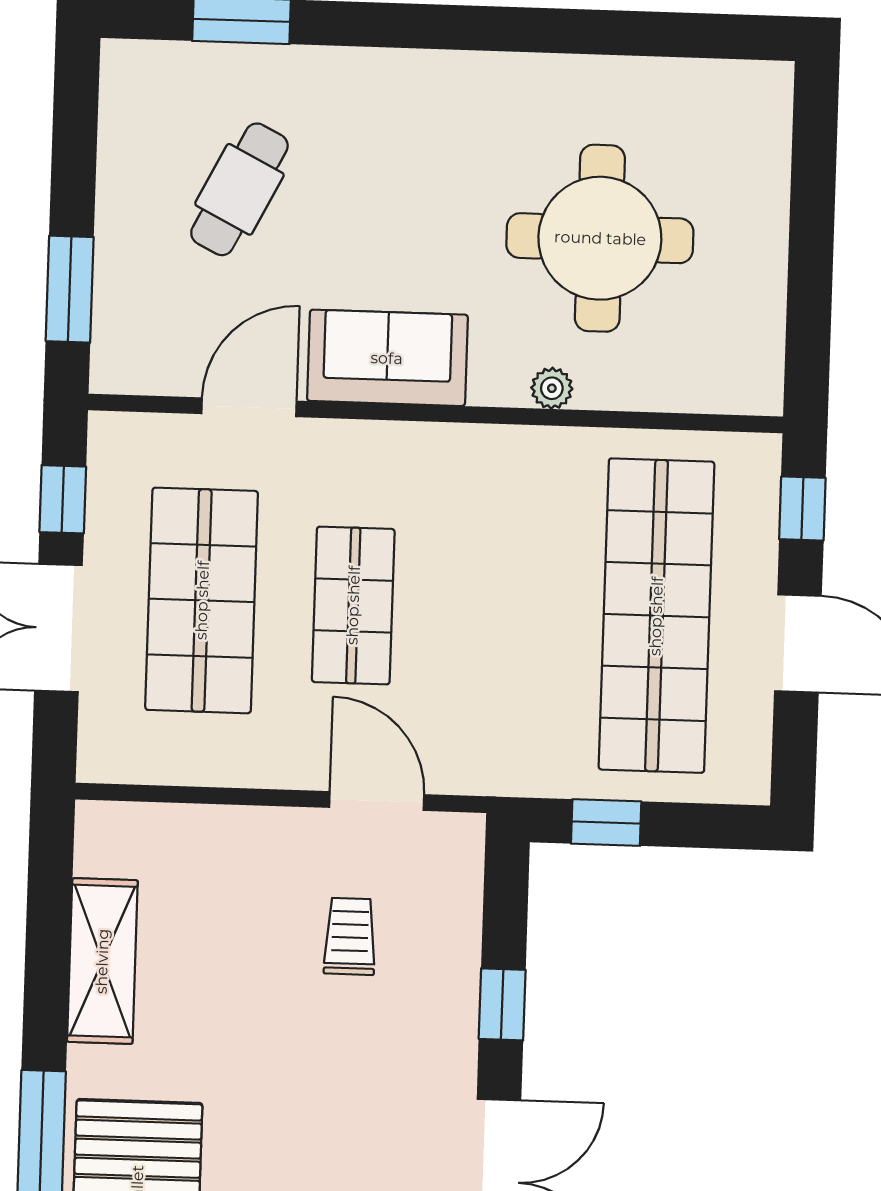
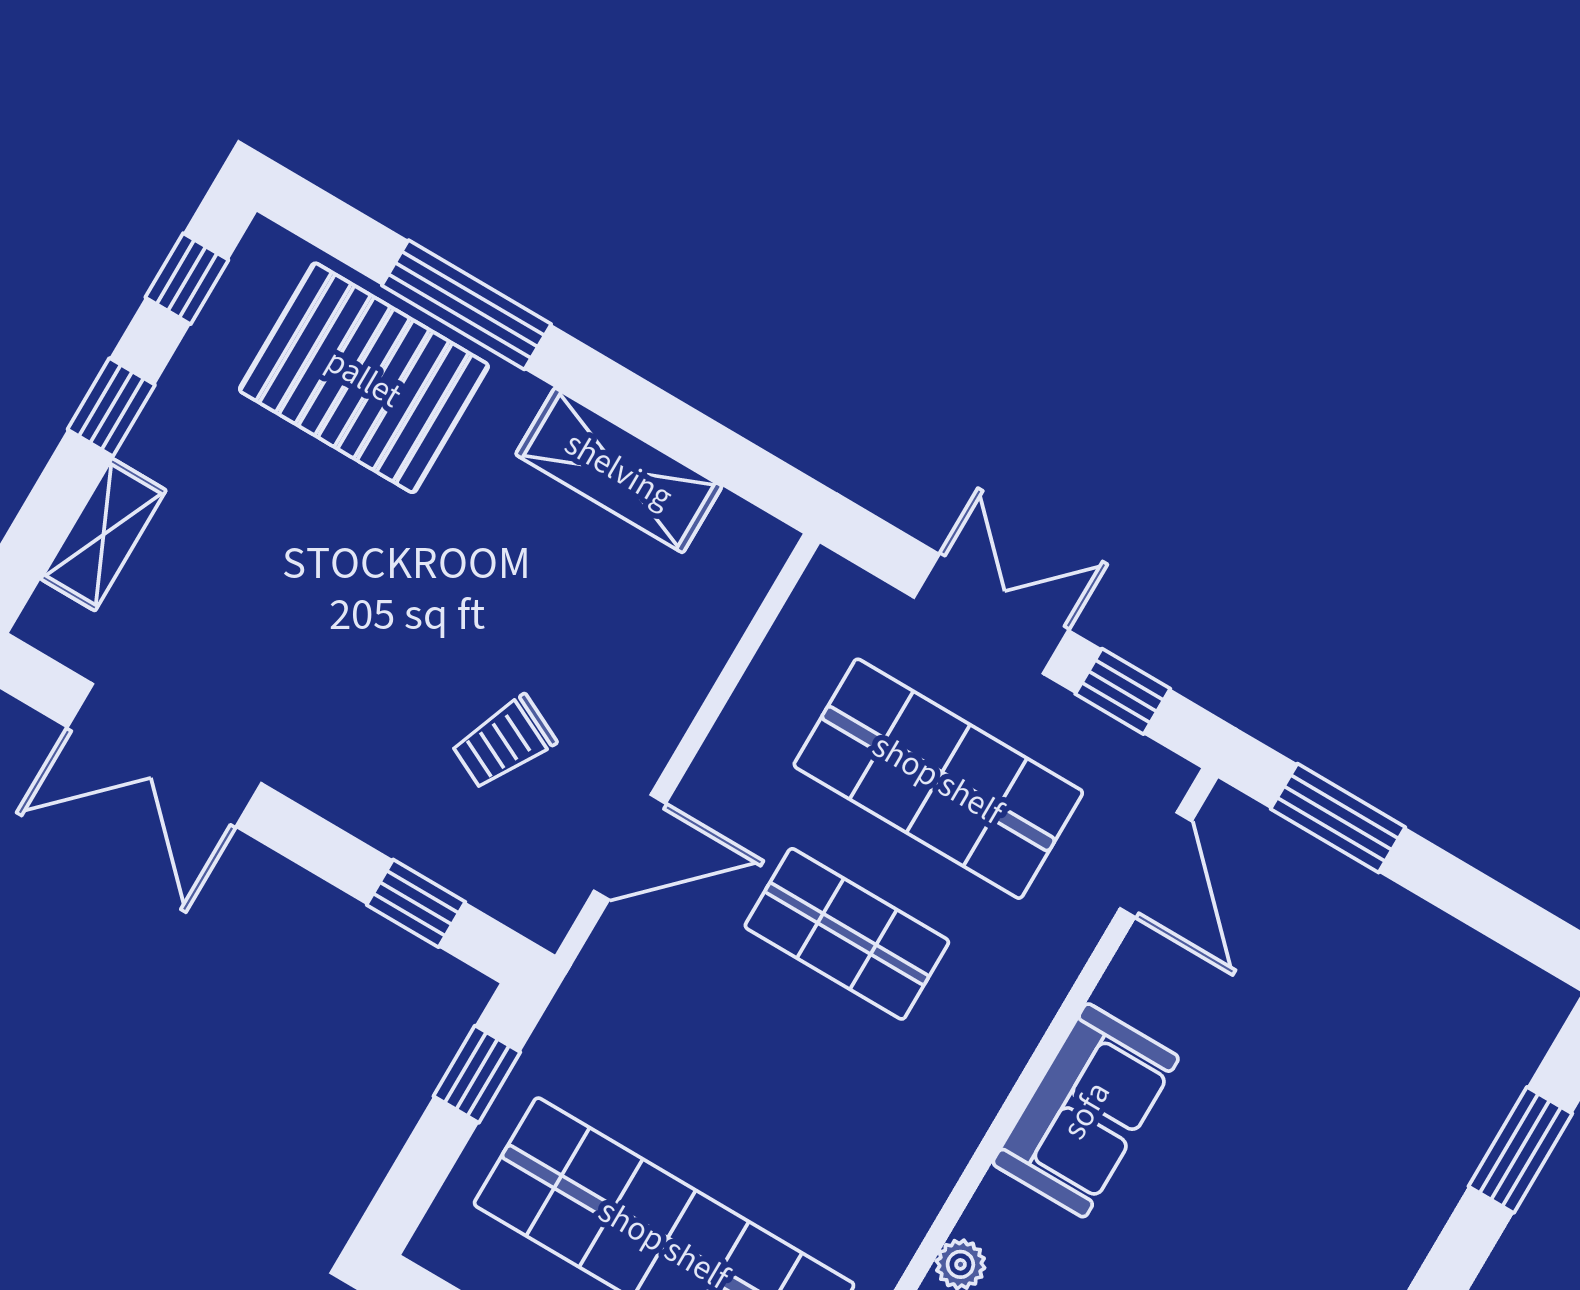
cafe table: (239, 189) -> (1345, 1052), removed
door: (249, 407) -> (1156, 865), moved
trolley: (350, 936) -> (504, 742), turned 116
window: (502, 1004) -> (416, 903), moved

